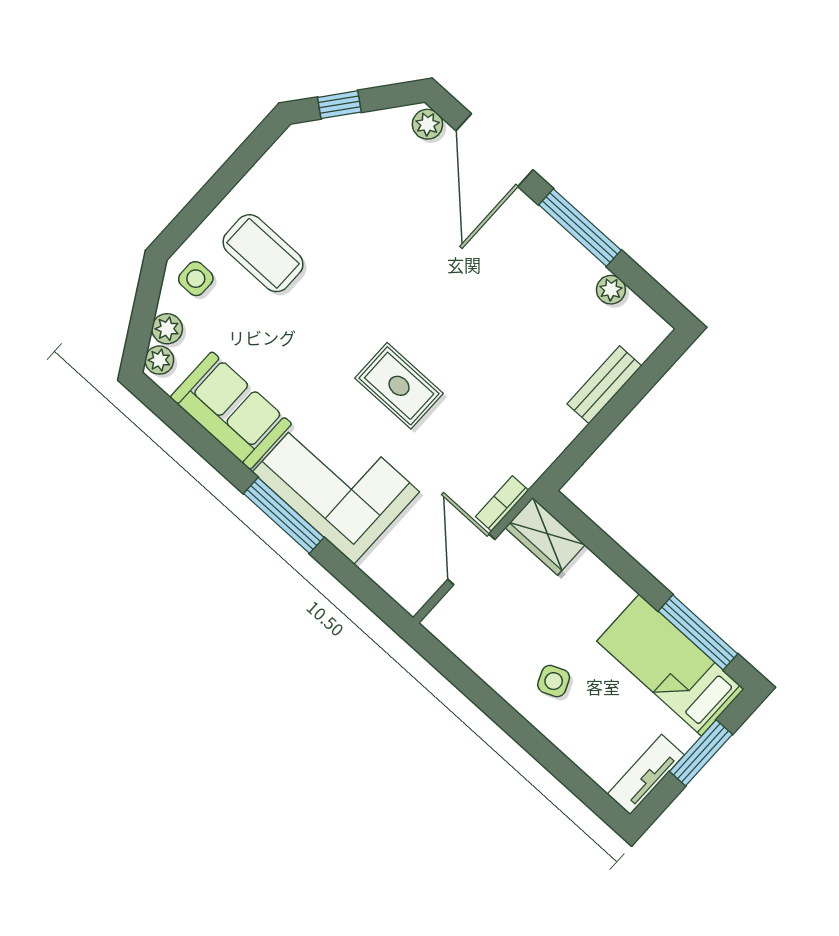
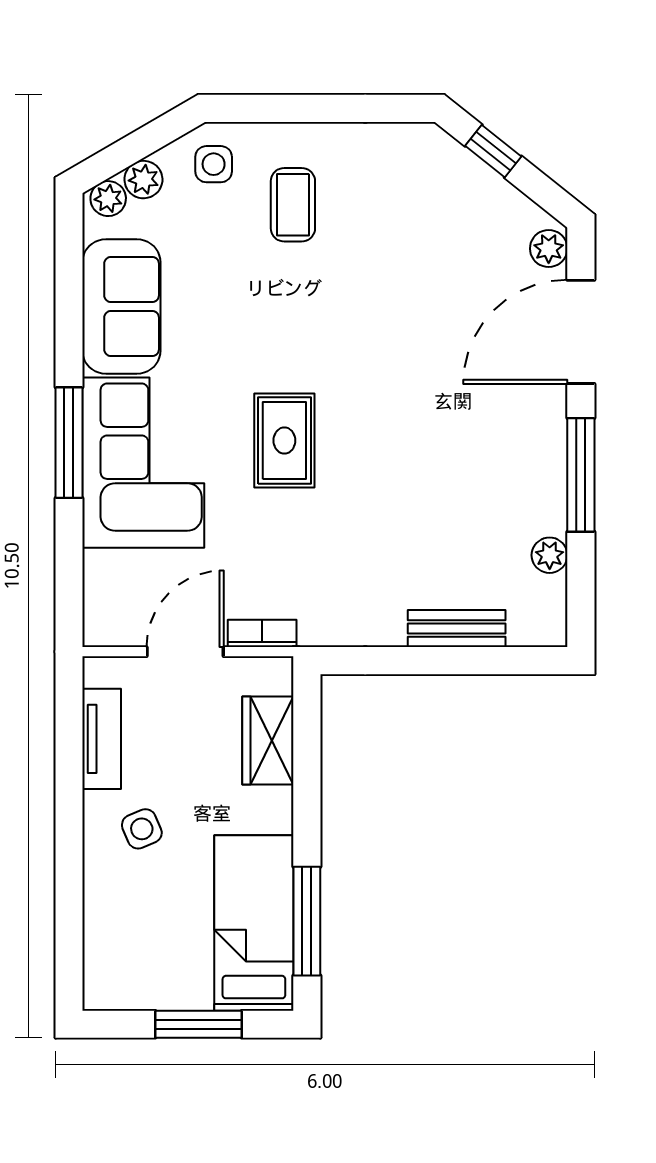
coffee table: (263, 253) -> (293, 205), width x0.73, depth x0.77
wardrobe: (545, 536) -> (268, 740), moved
tv unit: (646, 775) -> (102, 739), moved, turned 90

